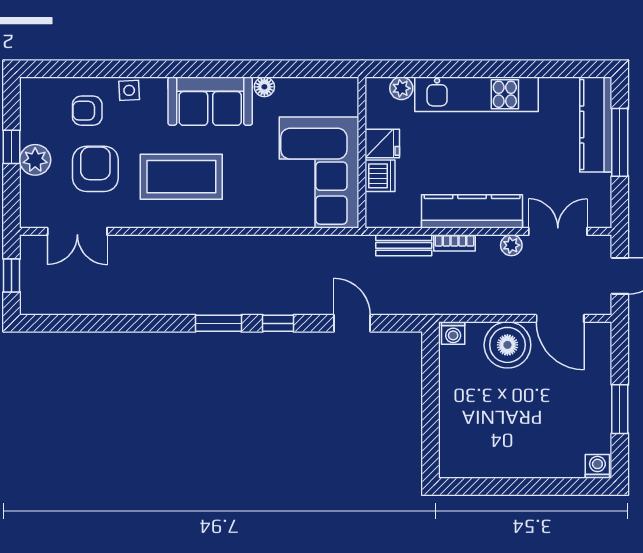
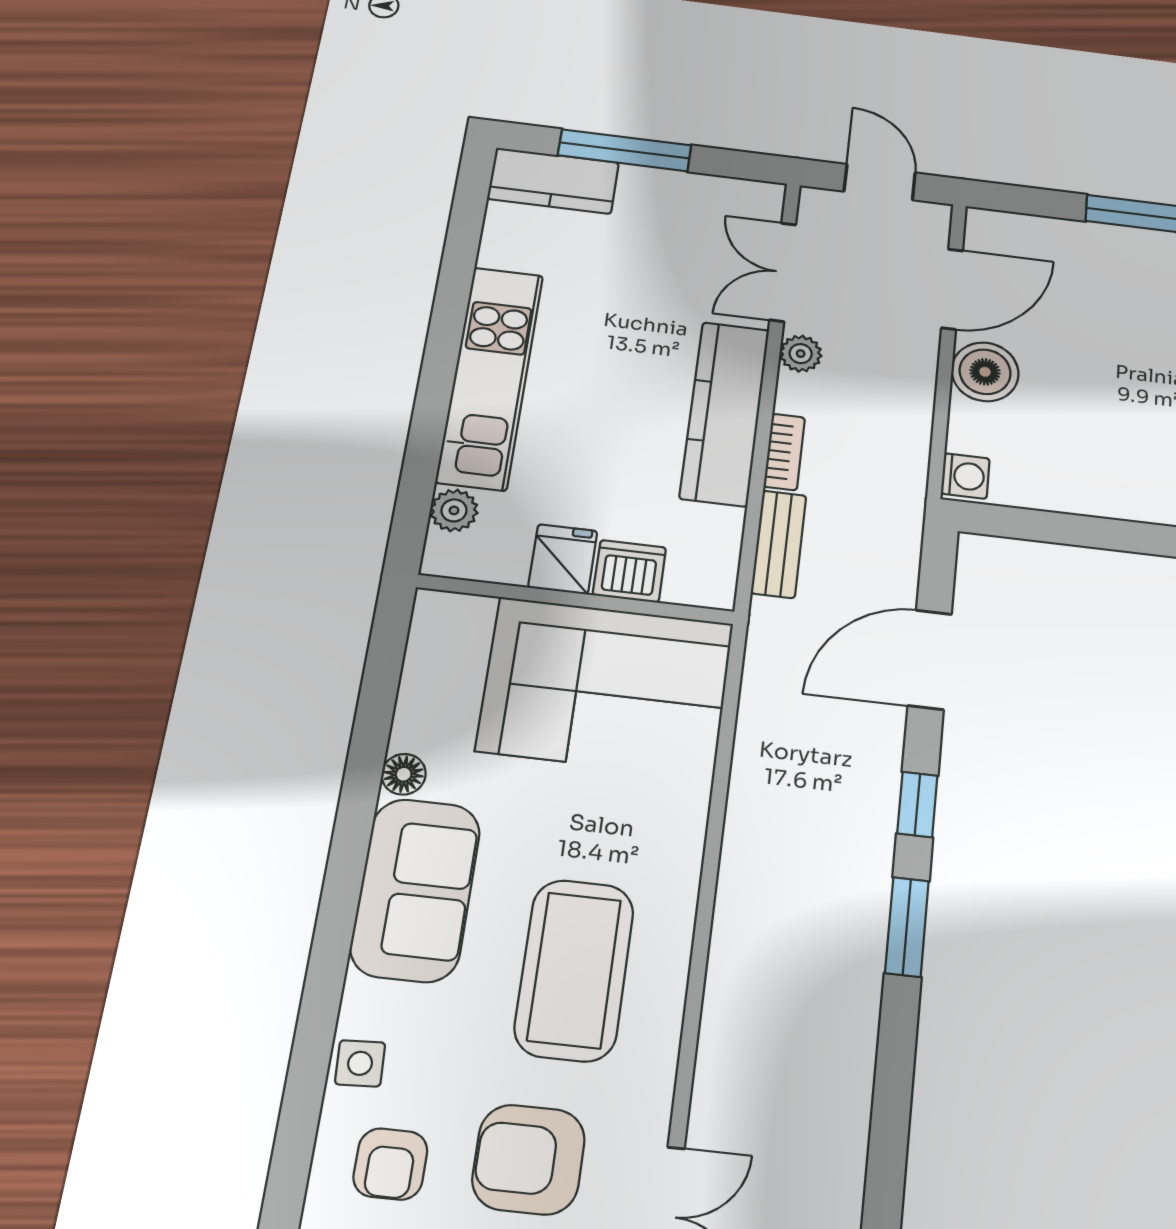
kitchen counter: (596, 125) -> (553, 181), width x0.67
door: (352, 323) -> (930, 660), width x1.38
boiler: (507, 345) -> (985, 372), width x0.73, depth x0.73

